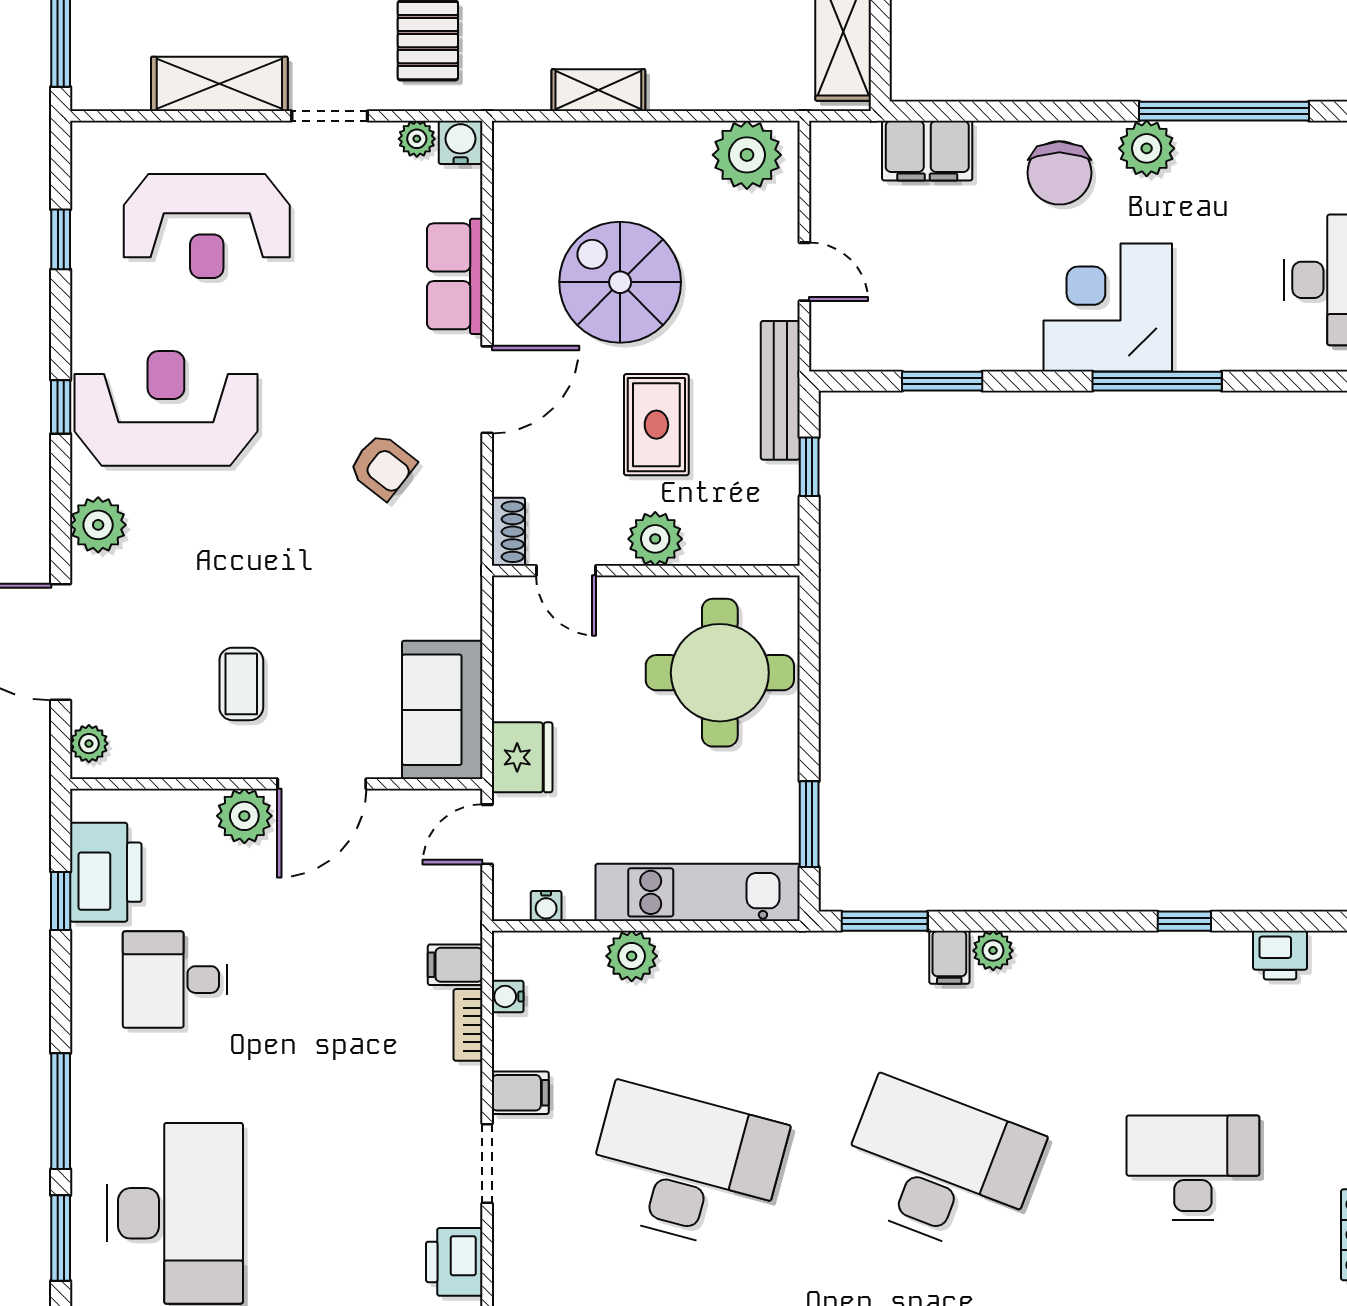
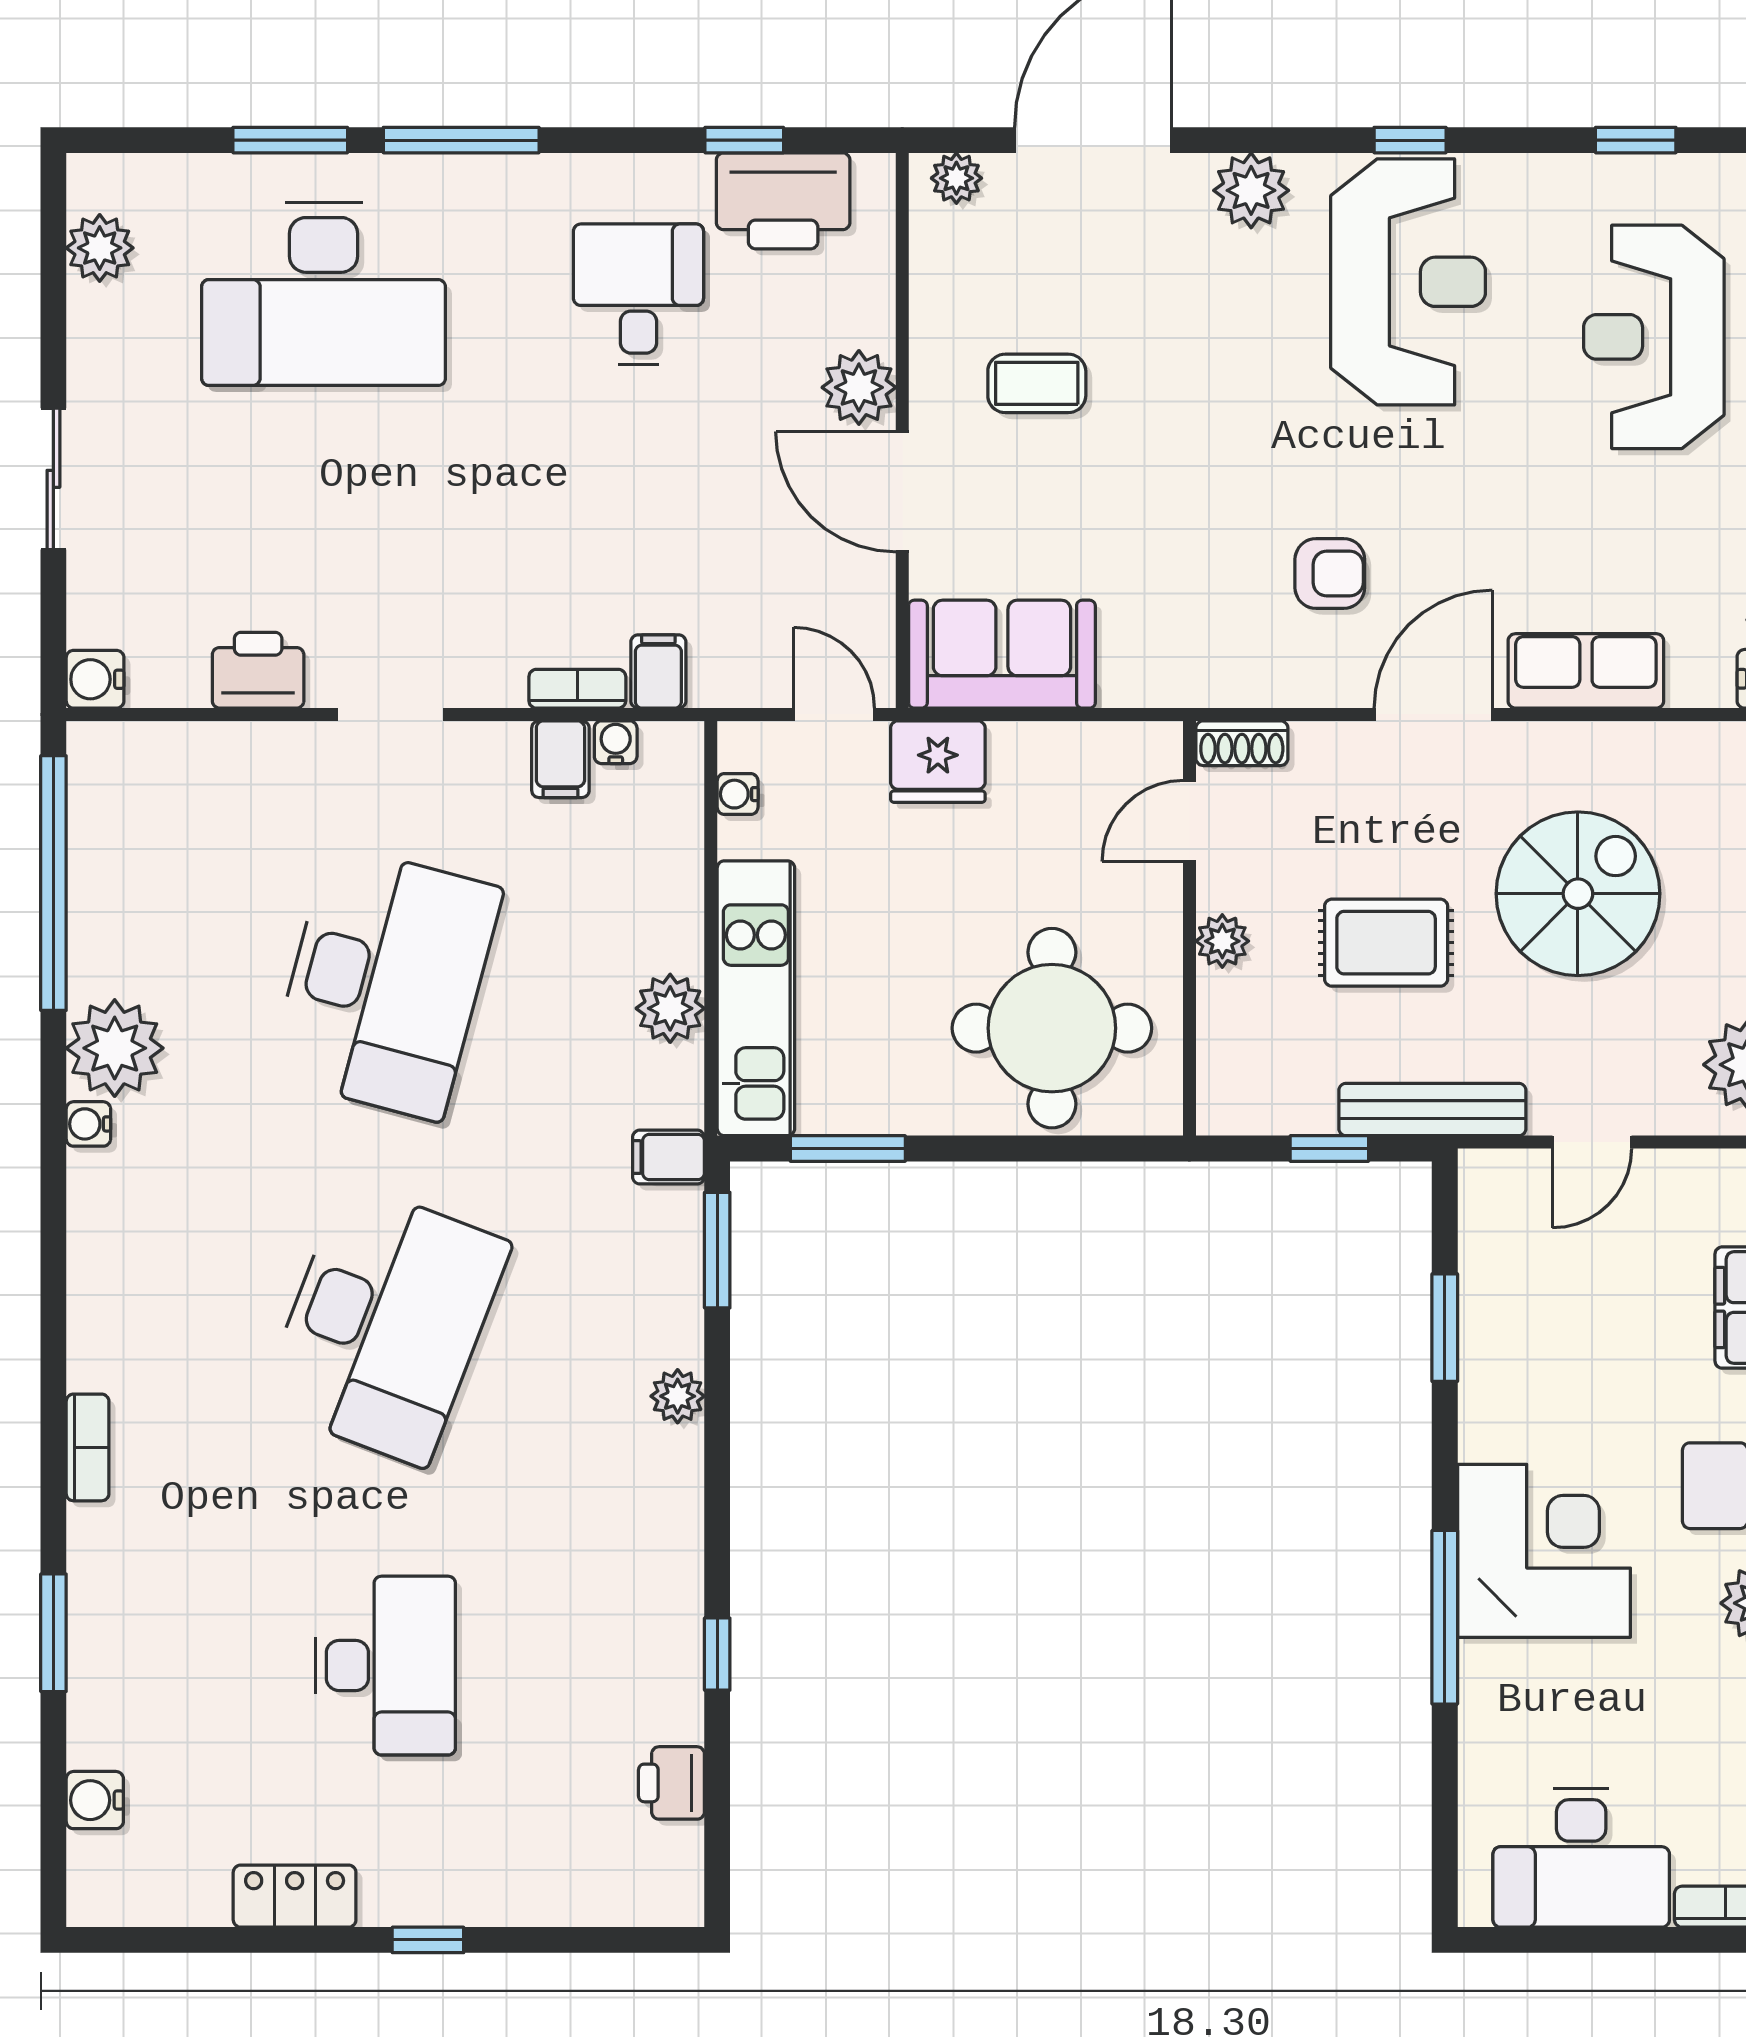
door: (487, 390) -> (1433, 714), swing flipped
armchair: (382, 466) -> (1330, 574), turned -128
plant: (655, 539) -> (1222, 941), width x0.73, depth x0.73
plant: (632, 956) -> (670, 1008), moved
filing cabinet: (949, 957) -> (668, 1157), moved
filing cabinet: (520, 1093) -> (560, 759), moved

